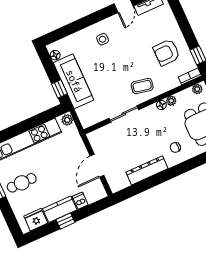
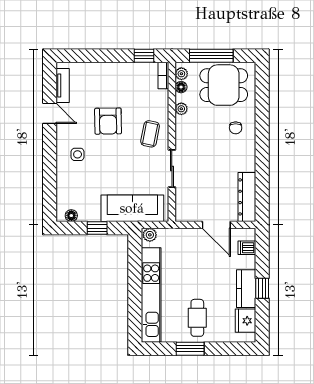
armchair: (167, 52) -> (108, 121), moved
sofa: (74, 81) -> (132, 208), moved
window: (59, 89) -> (97, 228), moved
floor lamp: (161, 105) -> (181, 87), moved
dresser: (147, 170) -> (247, 197), moved
dishwasher: (80, 201) -> (247, 248), moved

